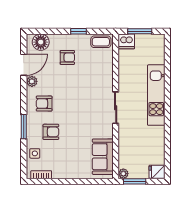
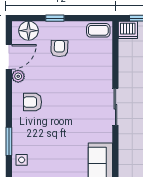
window: (79, 31) -> (55, 18), moved
armchair: (67, 57) -> (59, 49), turned -88
window: (24, 127) -> (9, 141), moved
armchair: (51, 132) -> (40, 135), removed

